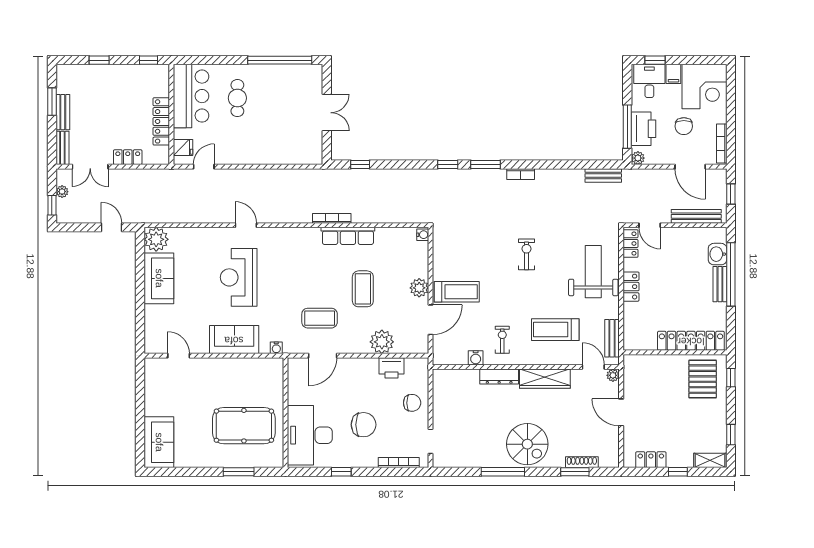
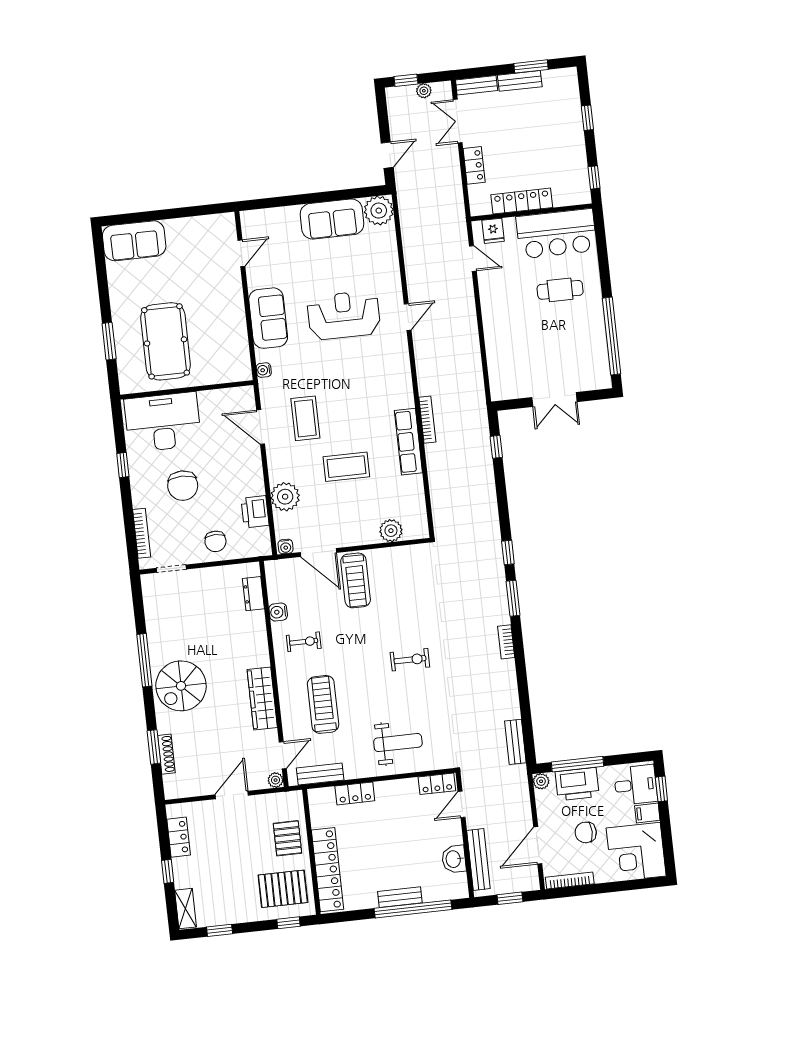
water cooler: (423, 235) -> (286, 547), moved
washbasin: (718, 254) -> (454, 859), moved, turned -90
weight bench: (593, 272) -> (398, 743), width x0.73, depth x0.75
locker: (631, 287) -> (355, 793), moved
plant: (419, 288) -> (391, 531), moved
pallet: (662, 371) -> (287, 838), added
dresser: (499, 377) -> (253, 594), moved, width x0.70

